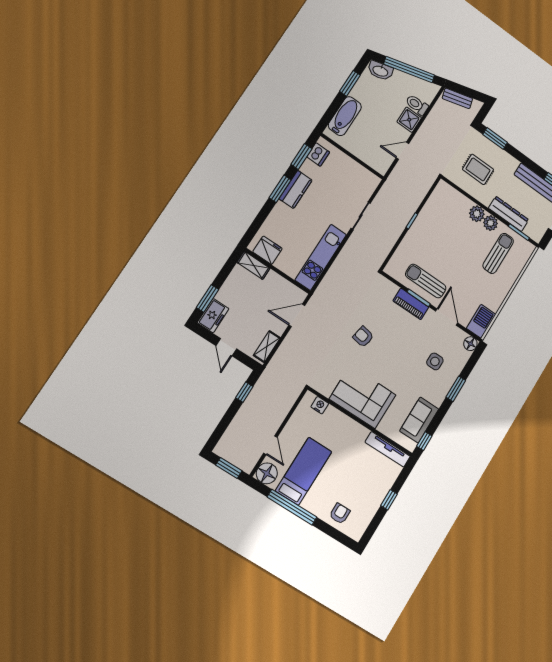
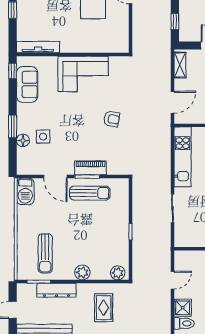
rug: (478, 169) -> (104, 308), turned 90
plant: (490, 223) -> (118, 273), moved
floor lamp: (470, 344) -> (23, 140), moved
nightstand: (320, 405) -> (112, 47), removed

